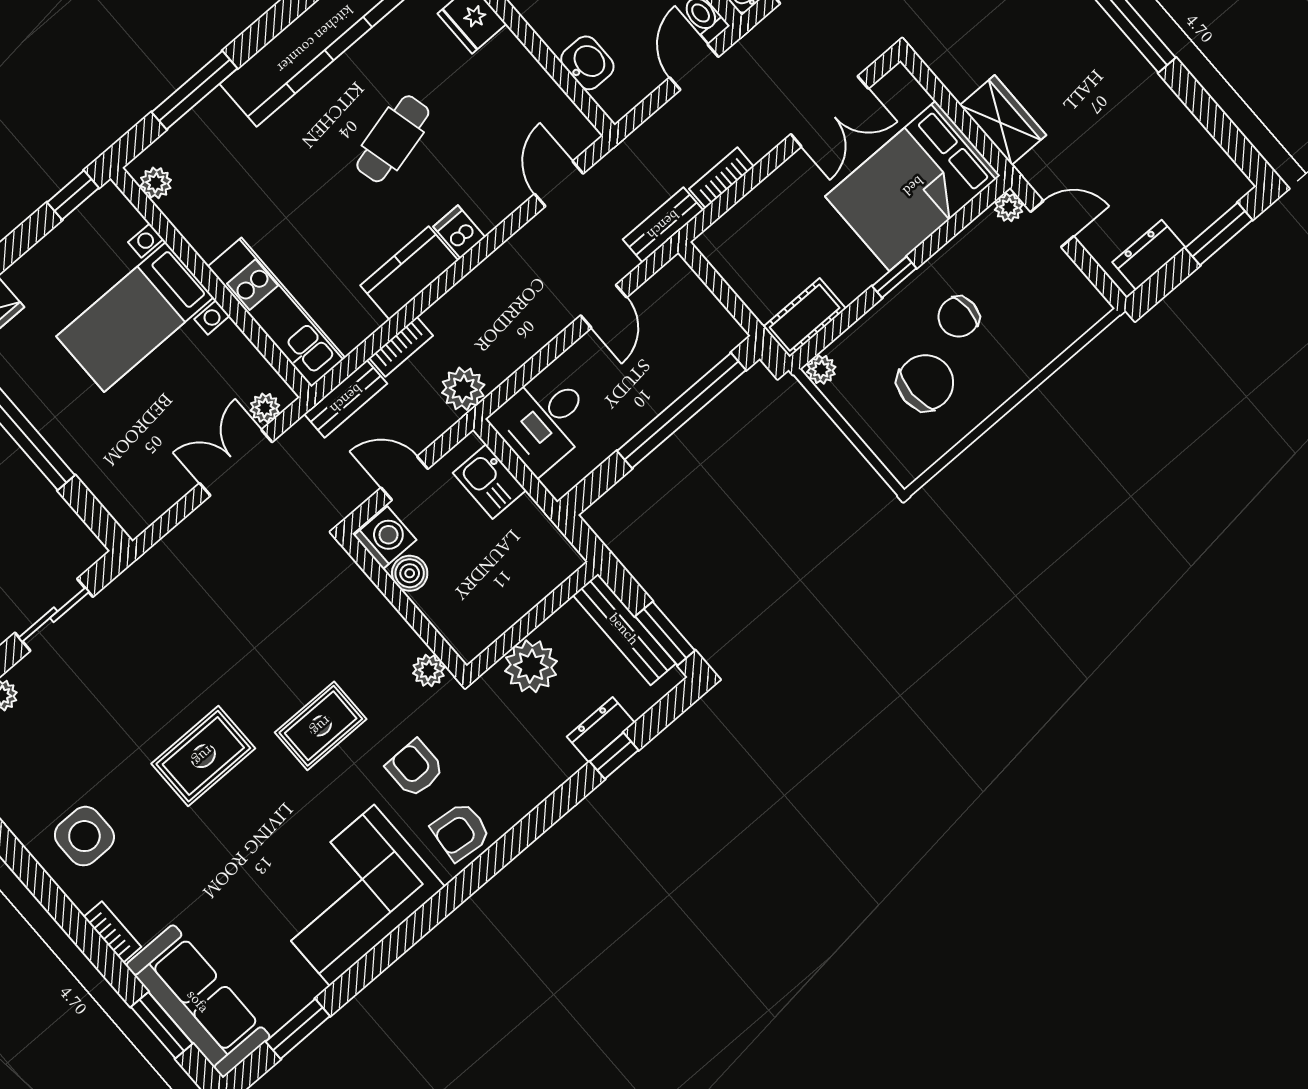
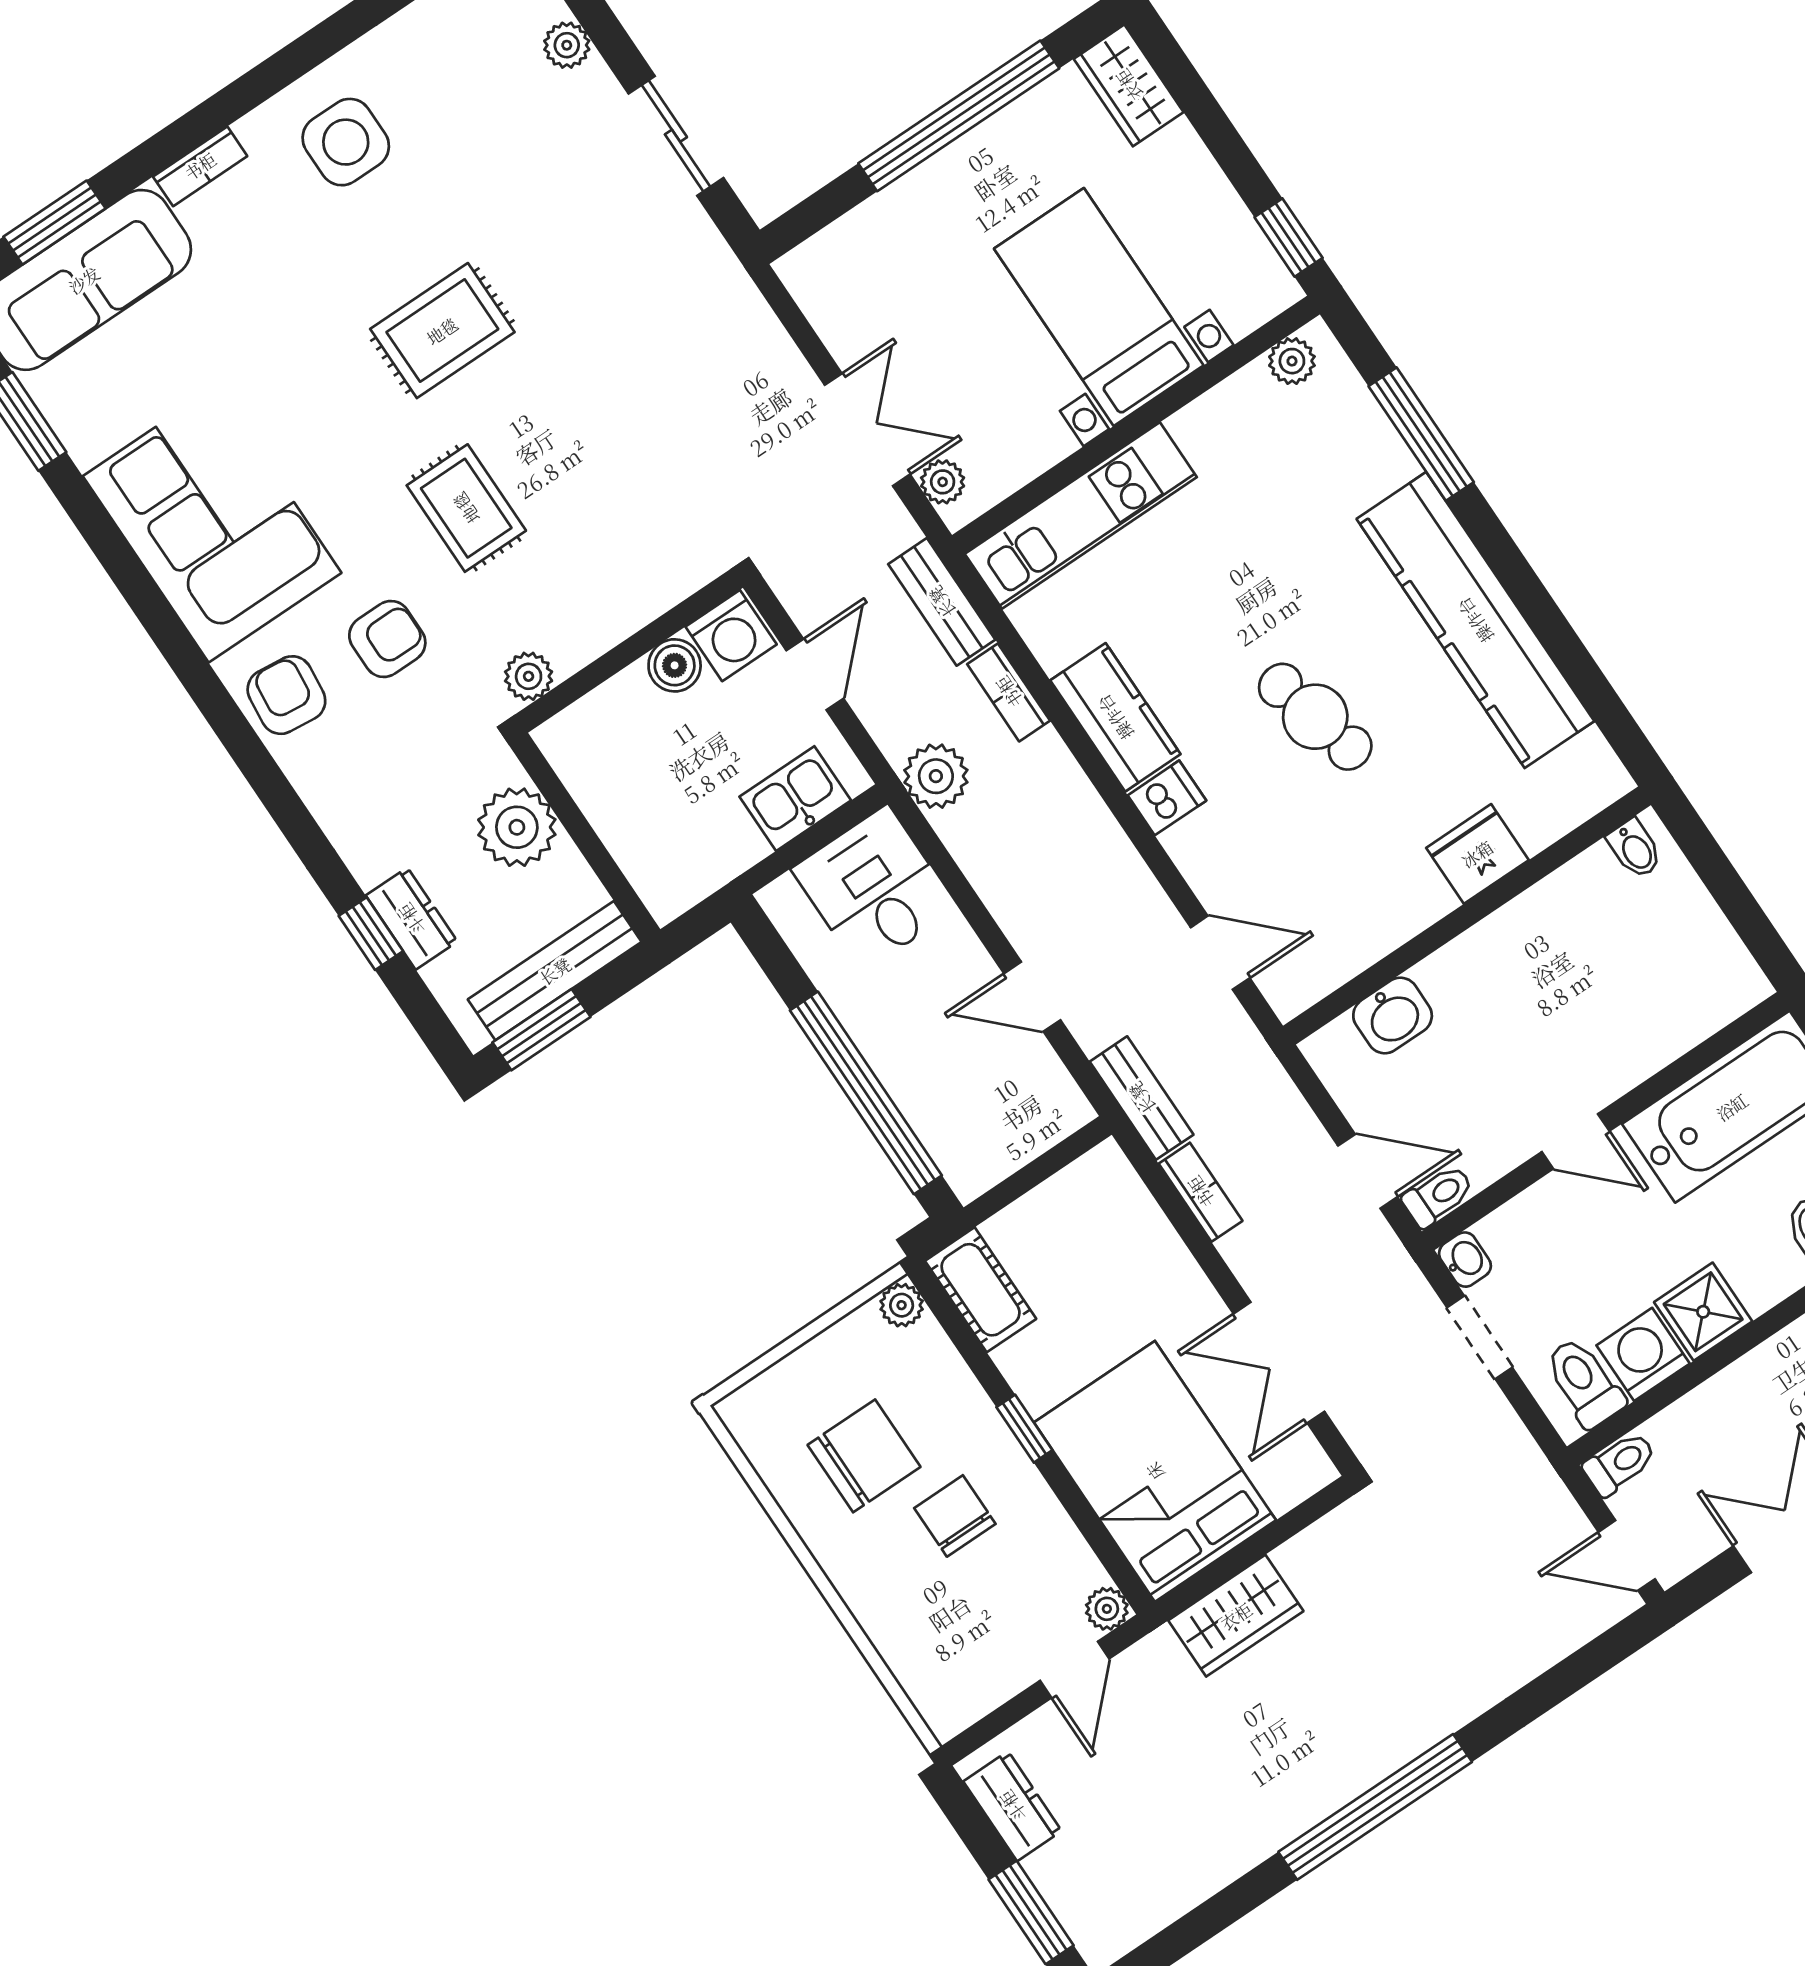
chair: (926, 383) -> (864, 1456), turned -90
rug: (203, 756) -> (442, 331), turned 90

